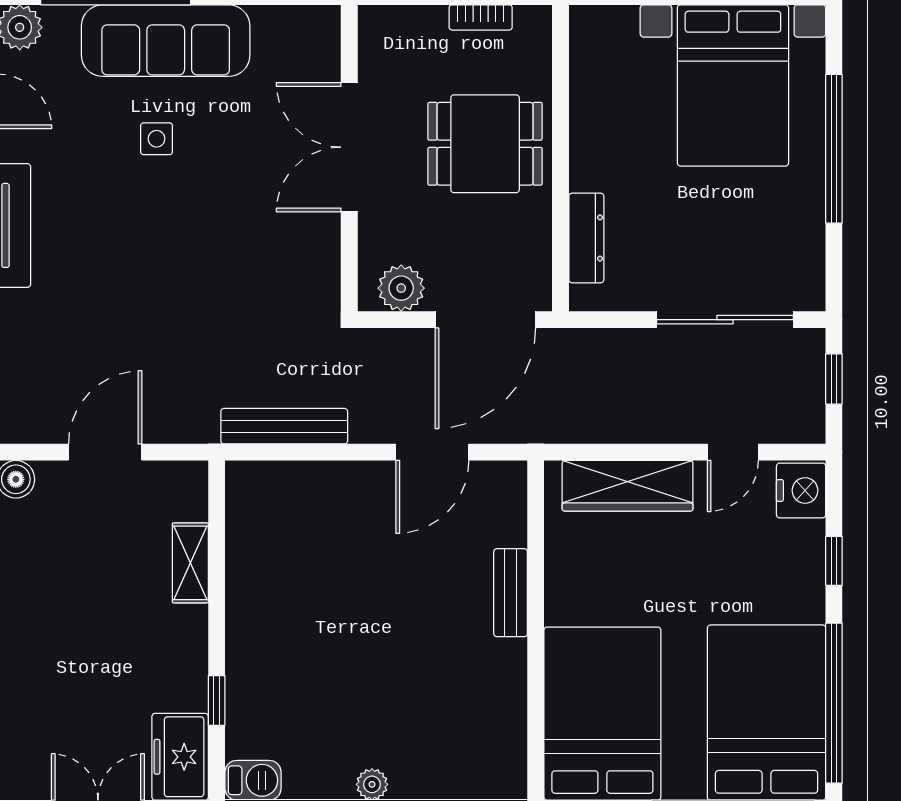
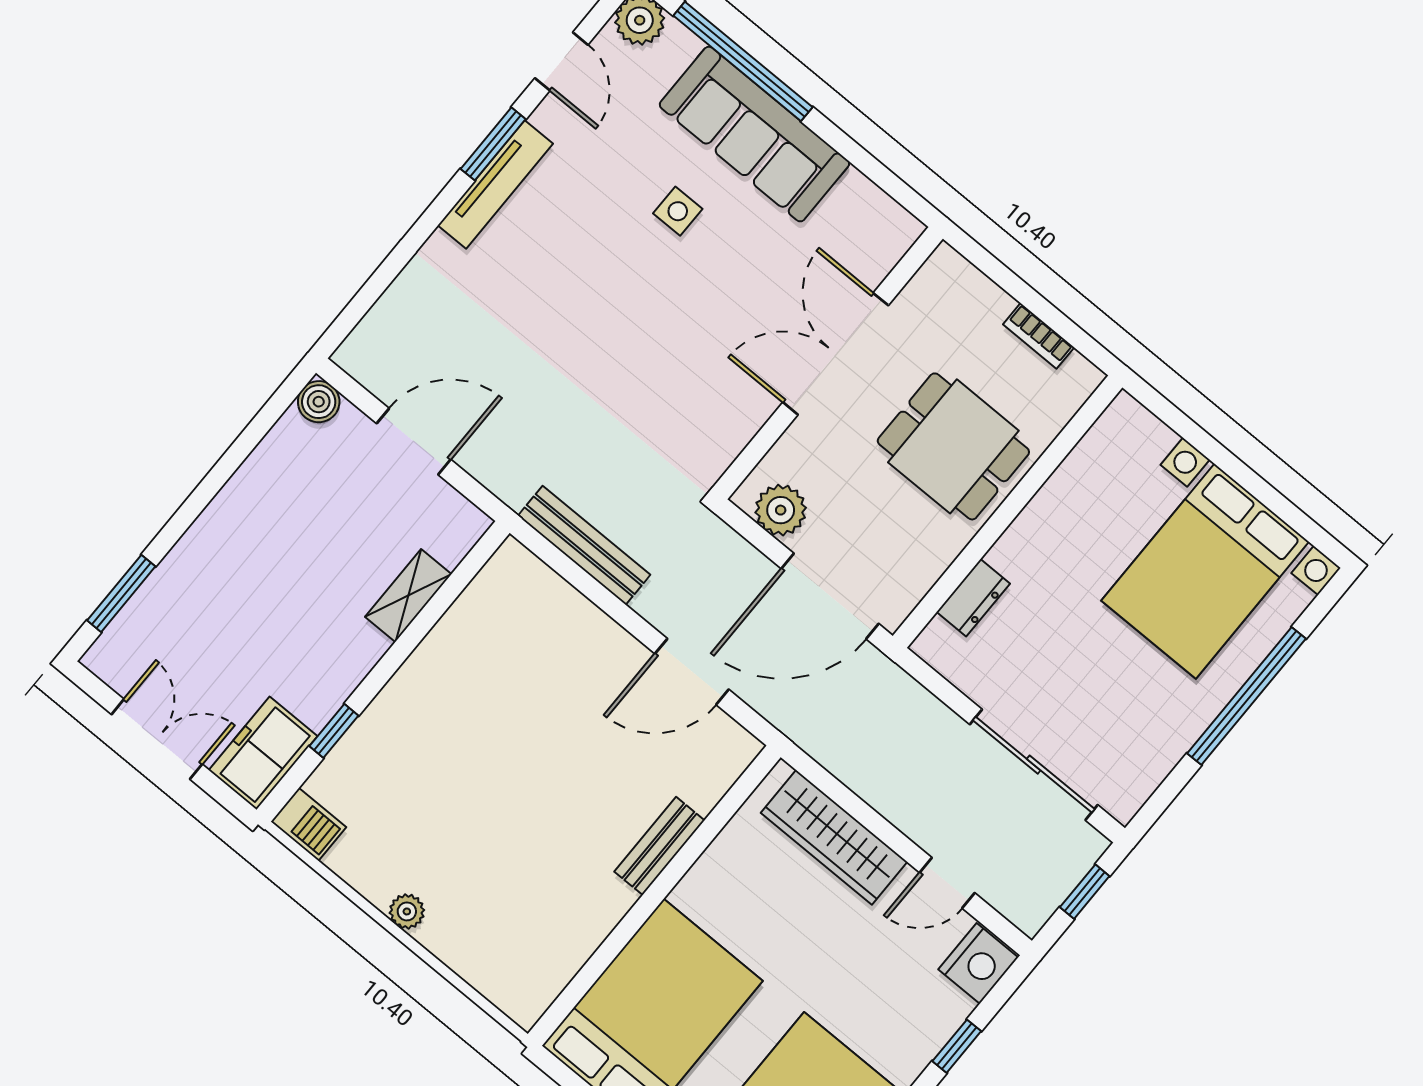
dresser: (586, 238) -> (973, 598), width x0.70

